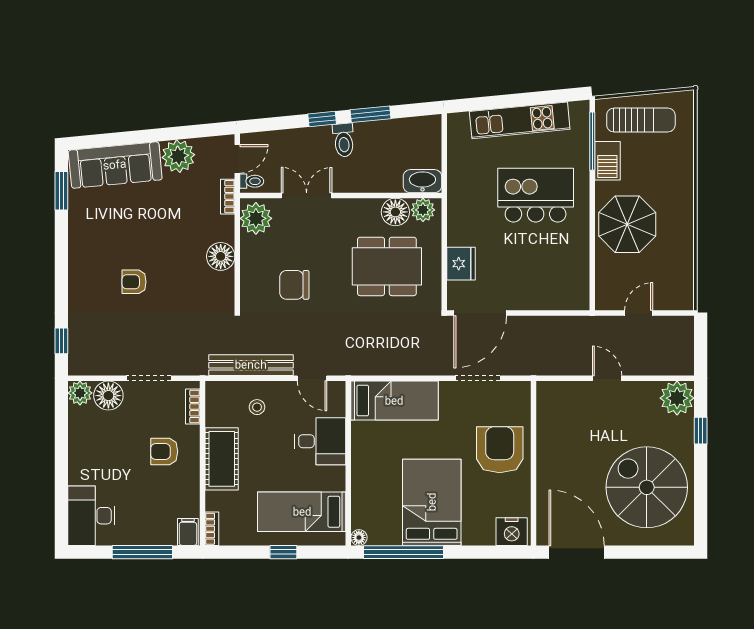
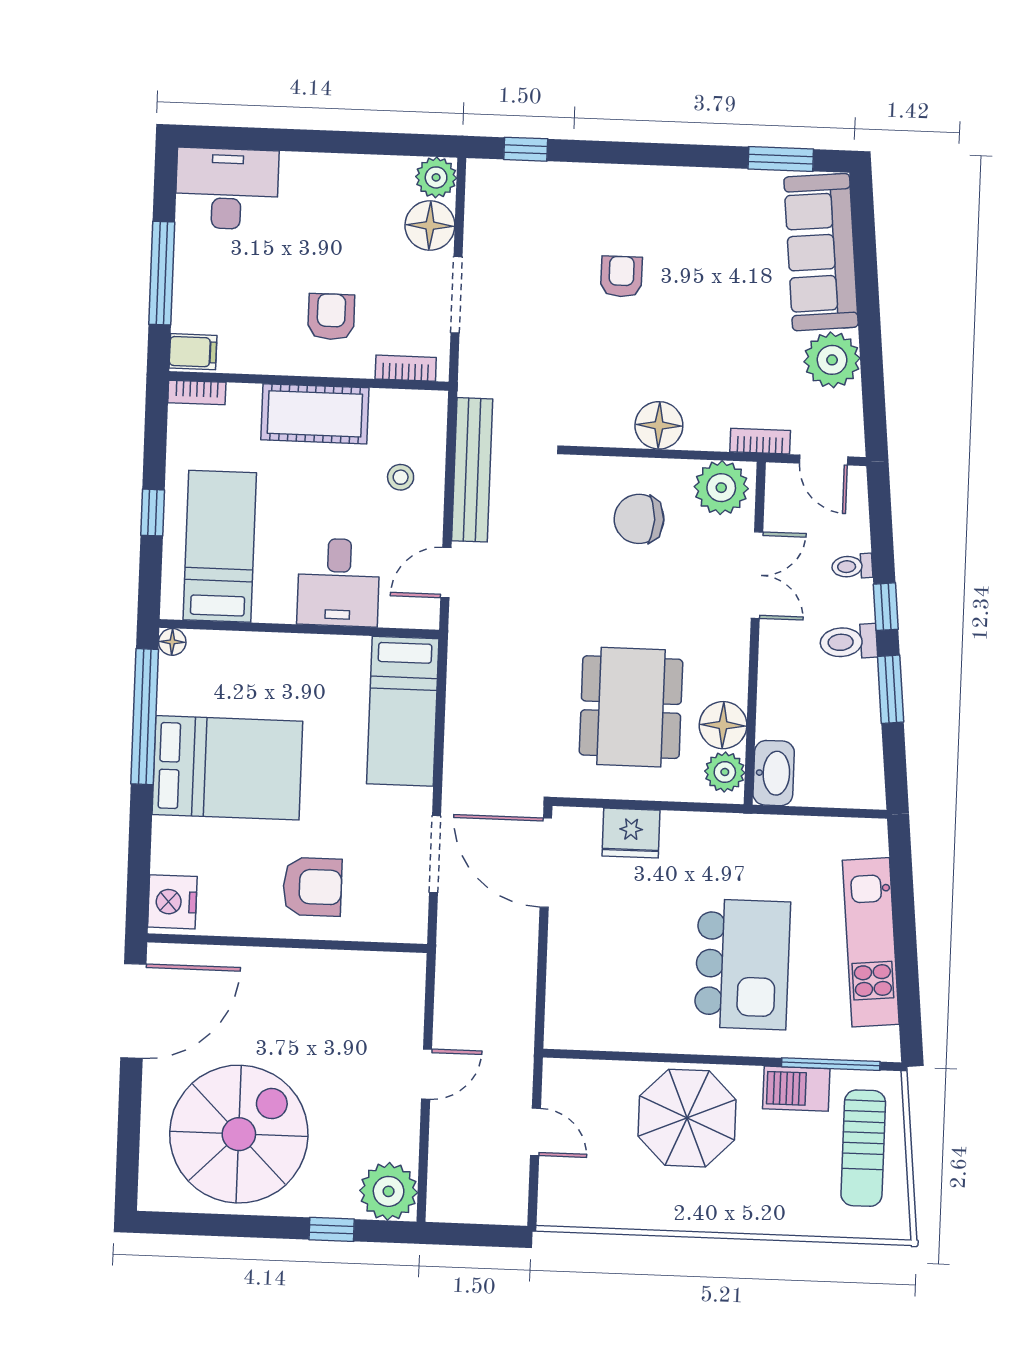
toilet: (252, 181) -> (852, 566), moved, turned 84
chair: (294, 285) -> (639, 519), moved, turned -90
armchair: (500, 450) -> (312, 887), width x0.73, depth x0.73

